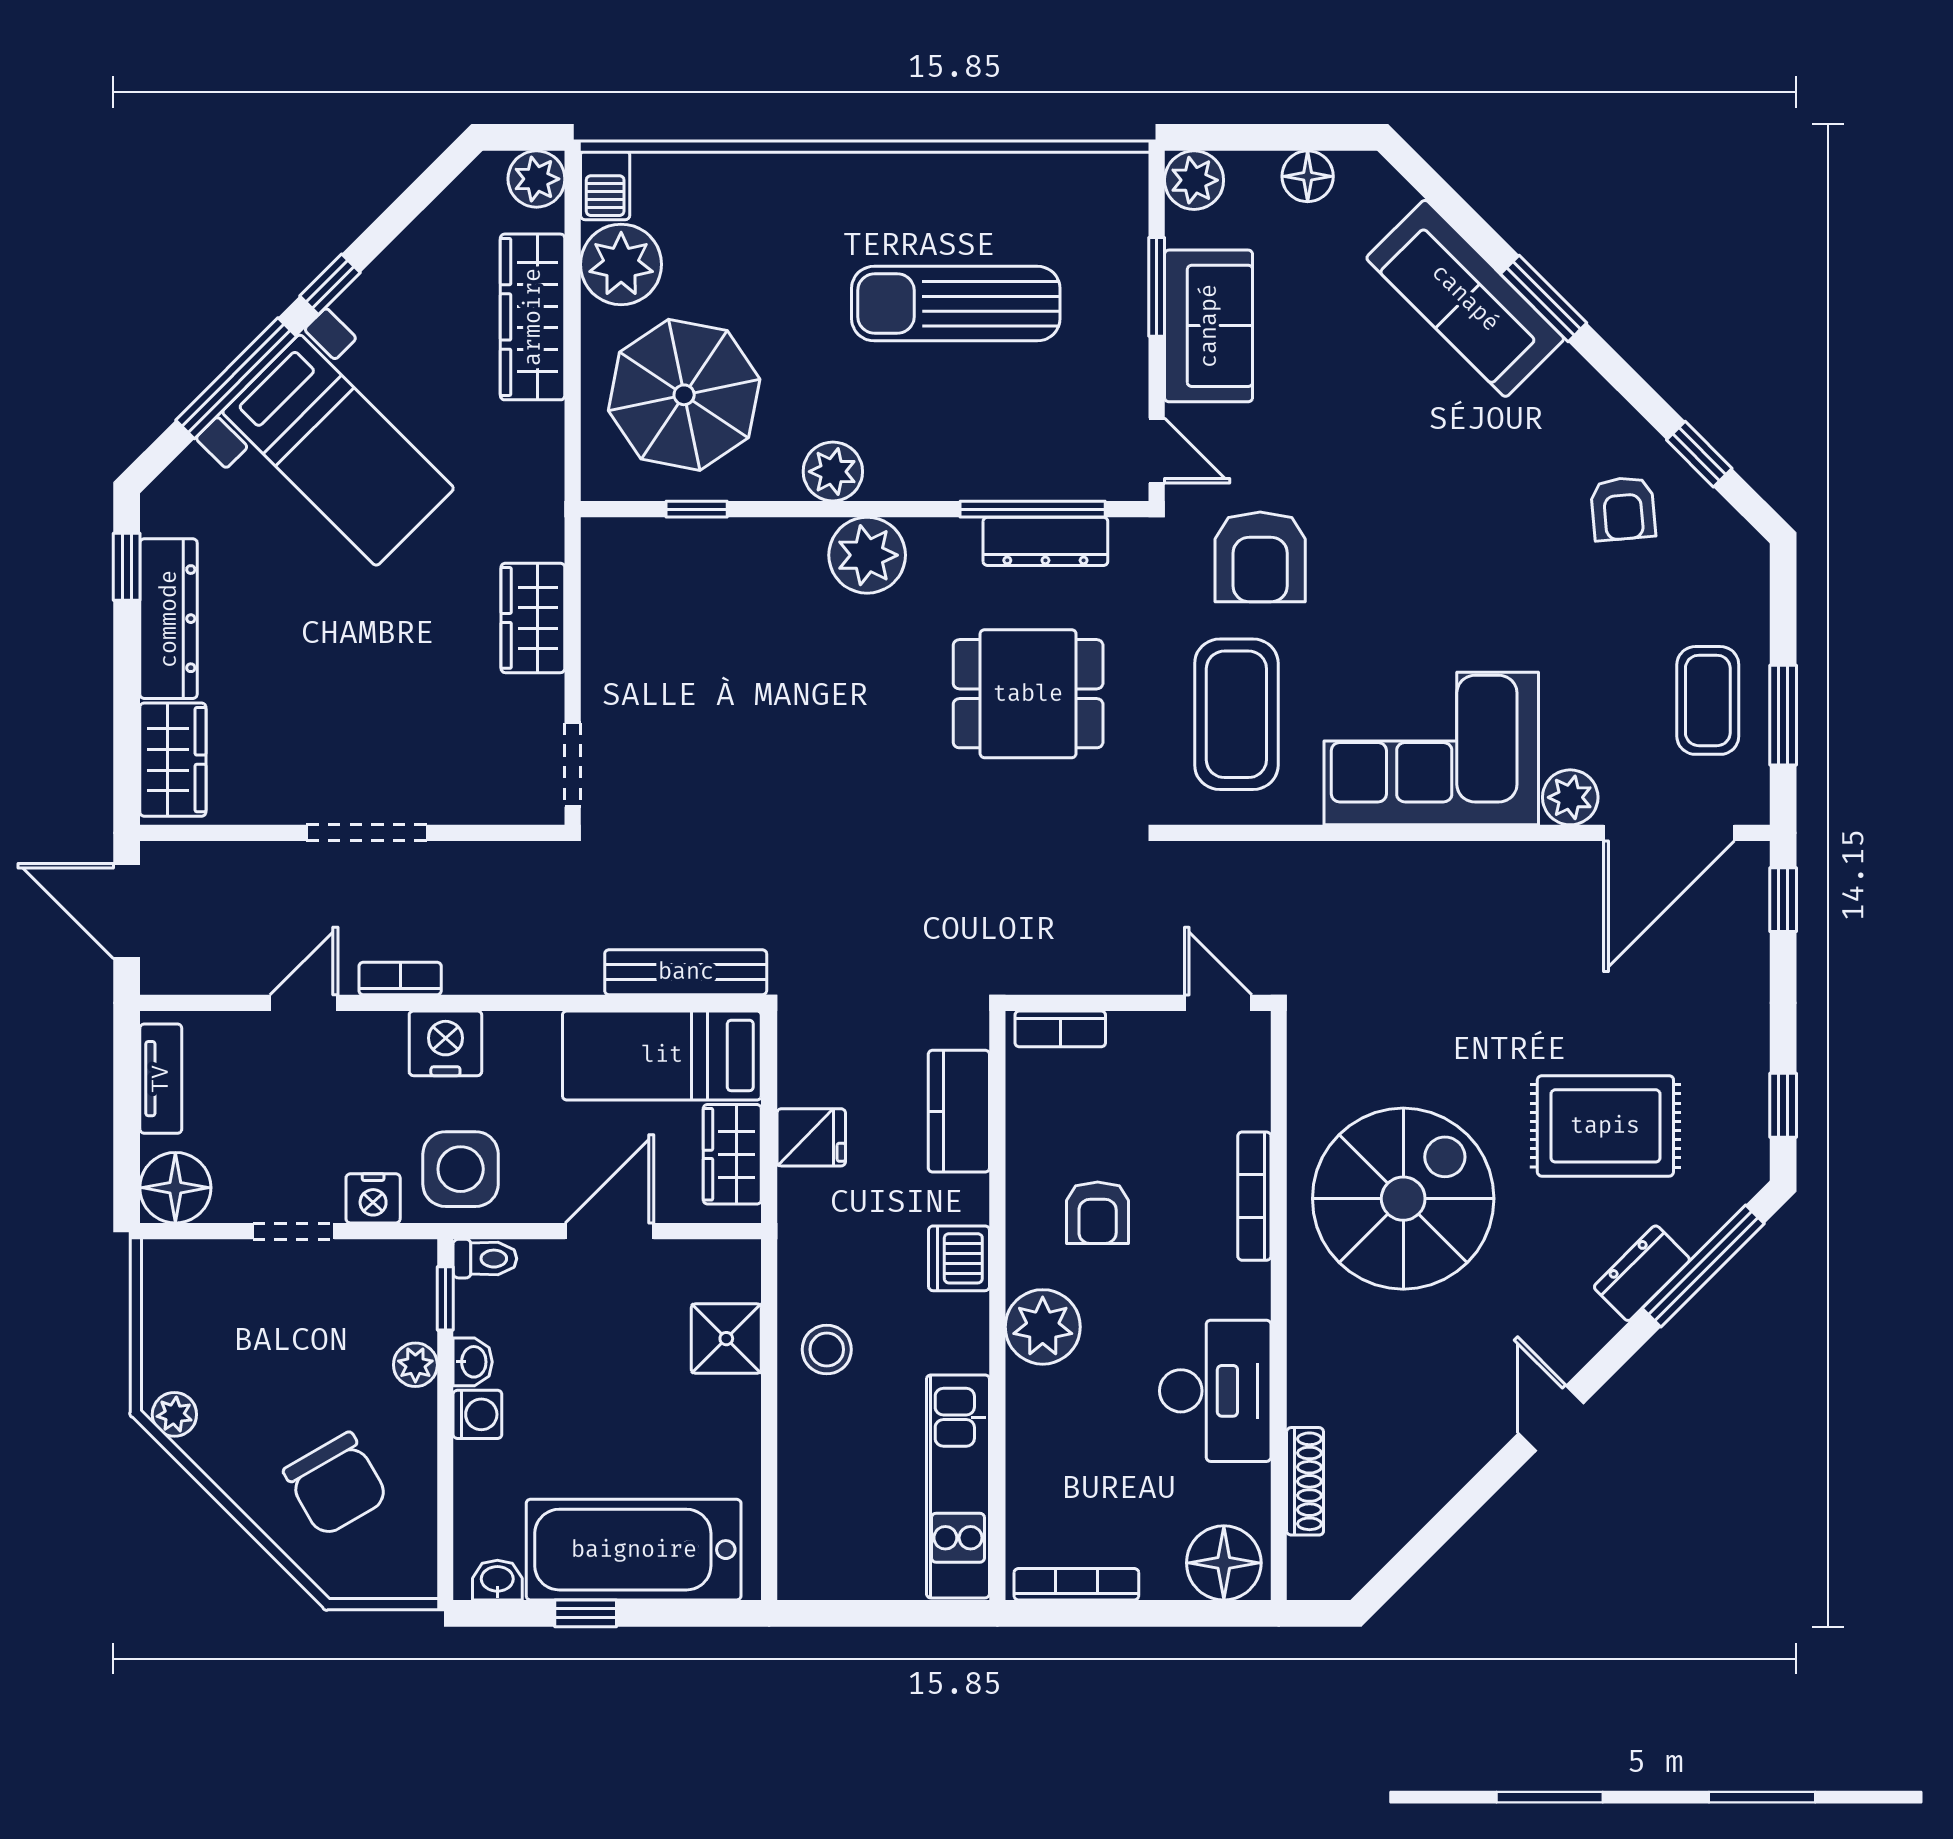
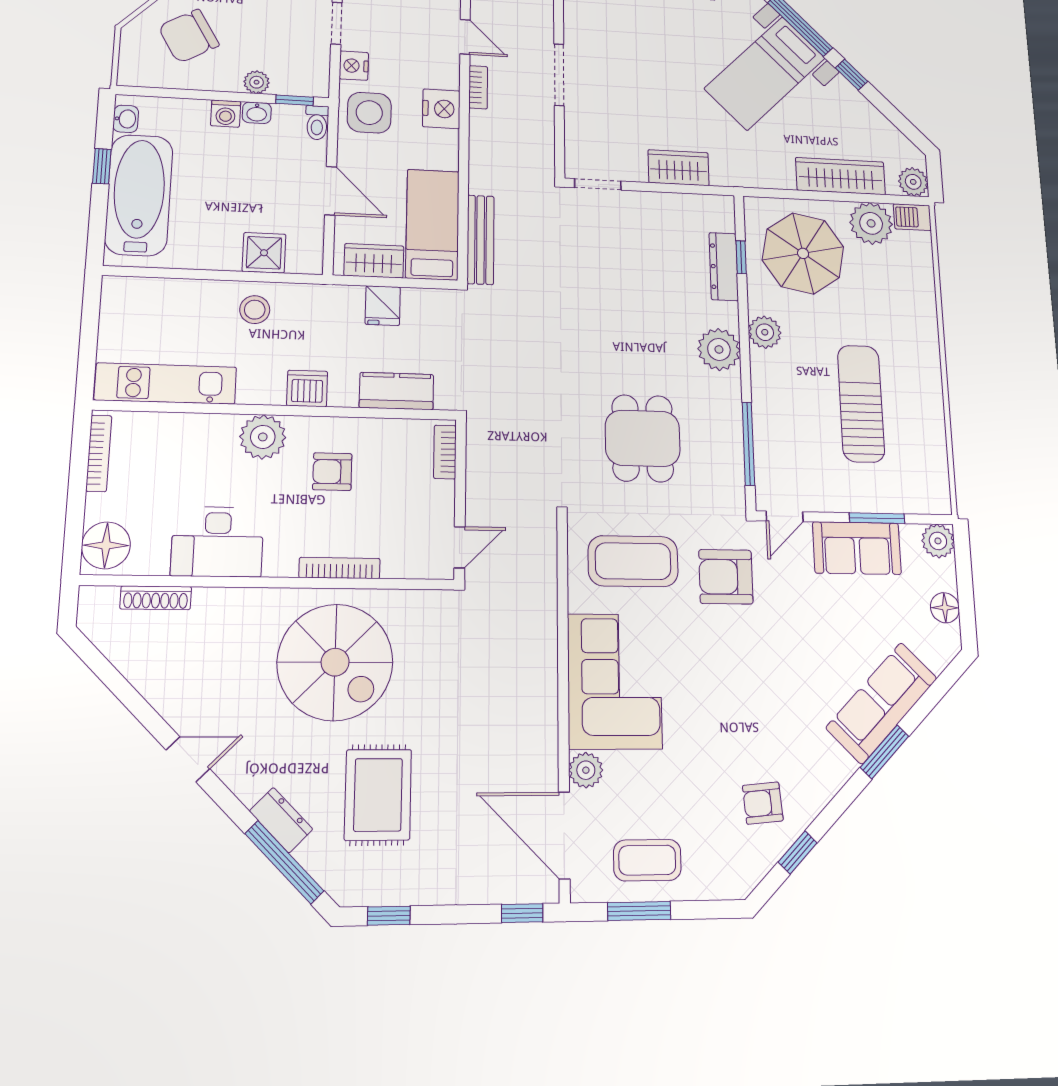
dresser: (1045, 541) -> (724, 267), moved

